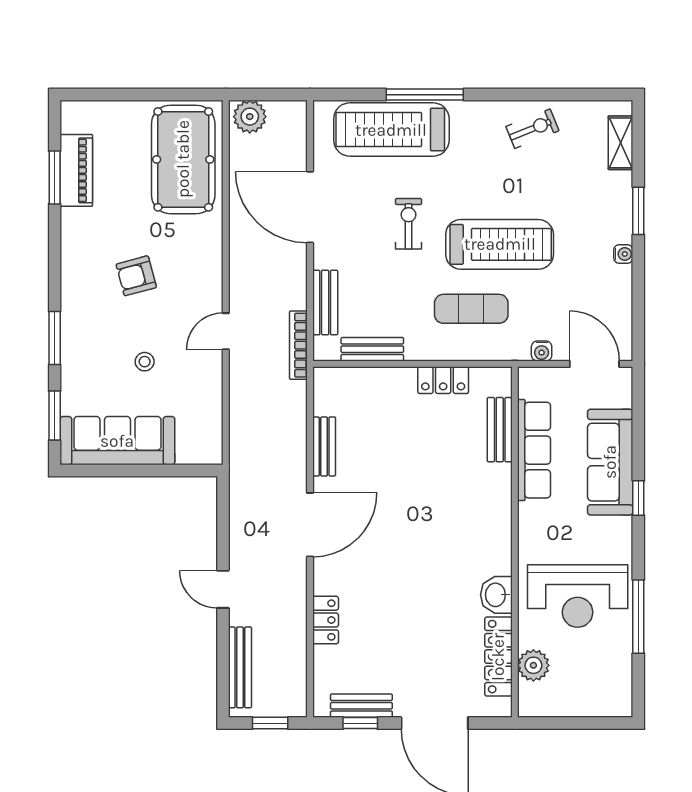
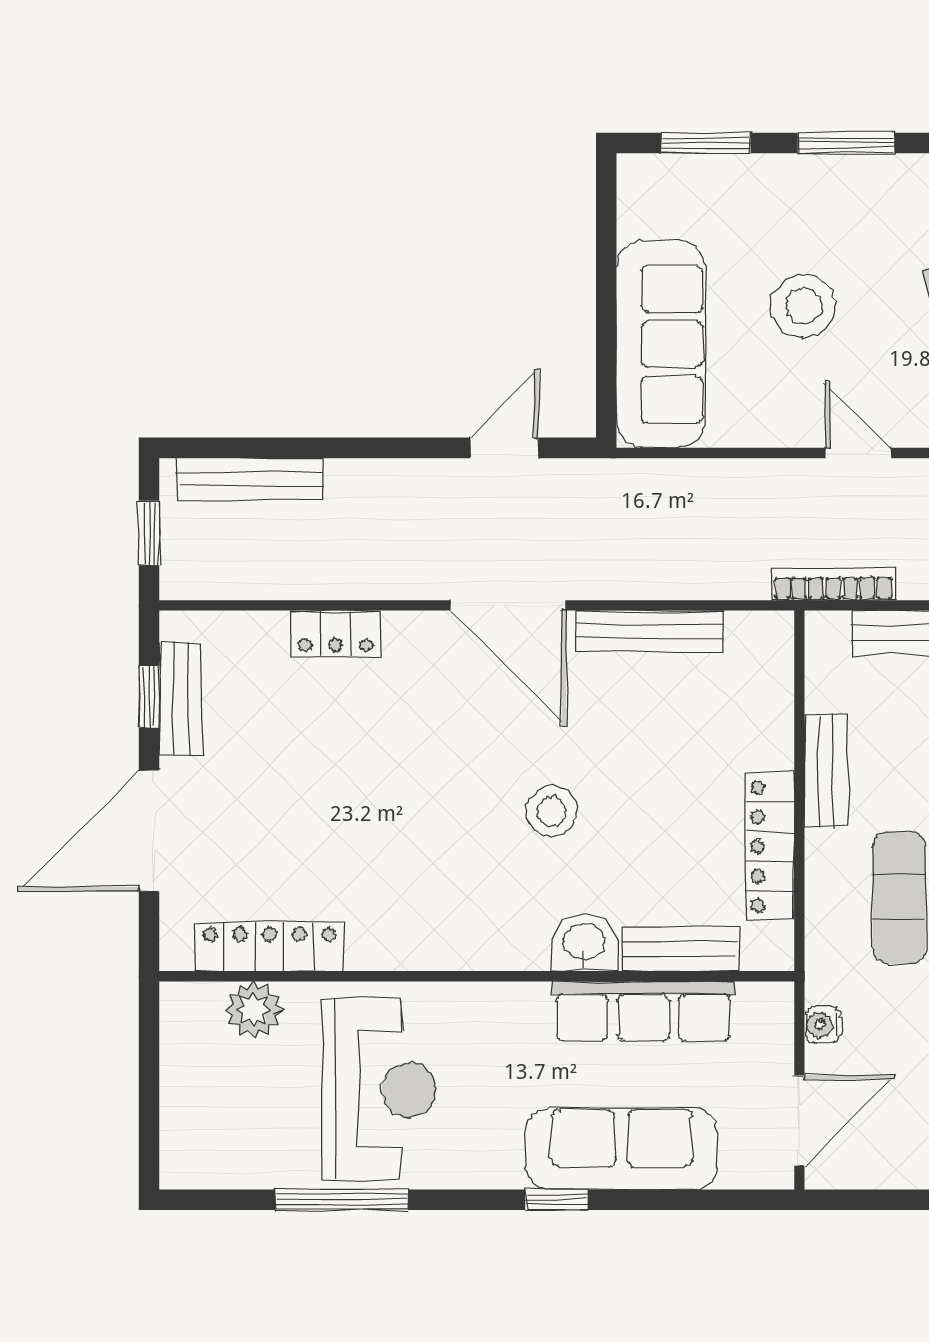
bench: (372, 349) -> (826, 771), moved
stool: (145, 362) -> (803, 306), width x1.89, depth x1.89
locker: (443, 380) -> (770, 846), width x1.53
sofa: (117, 441) -> (661, 344), moved
bench: (324, 446) -> (650, 631), width x1.36
stool: (424, 501) -> (552, 812), added
door: (223, 589) -> (504, 448), moved
washbasin: (496, 595) -> (584, 943), moved
reception desk: (578, 596) -> (379, 1090), turned 180

